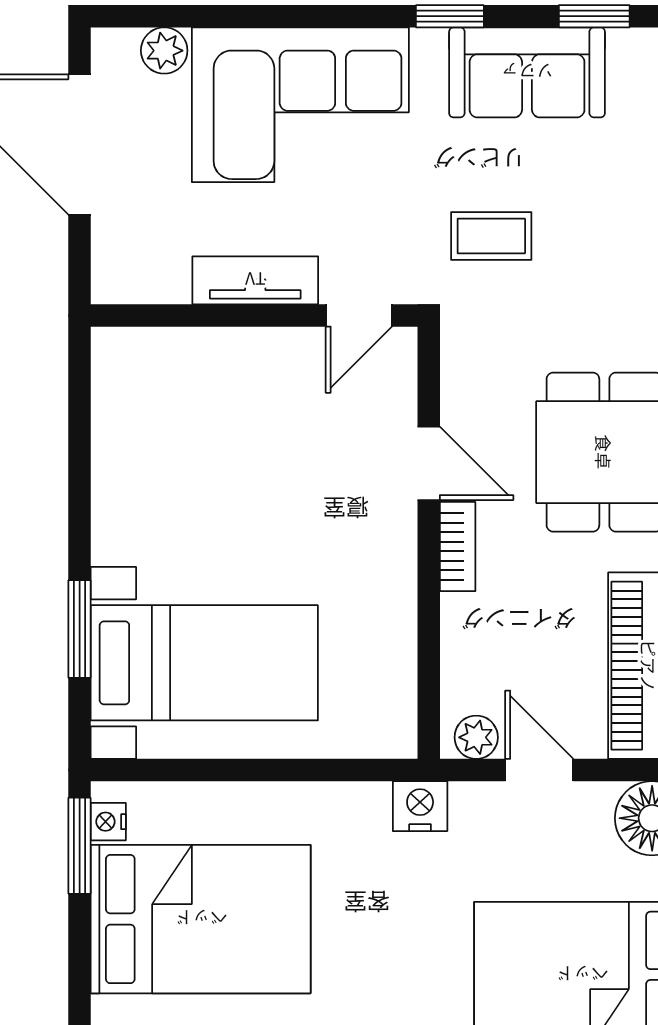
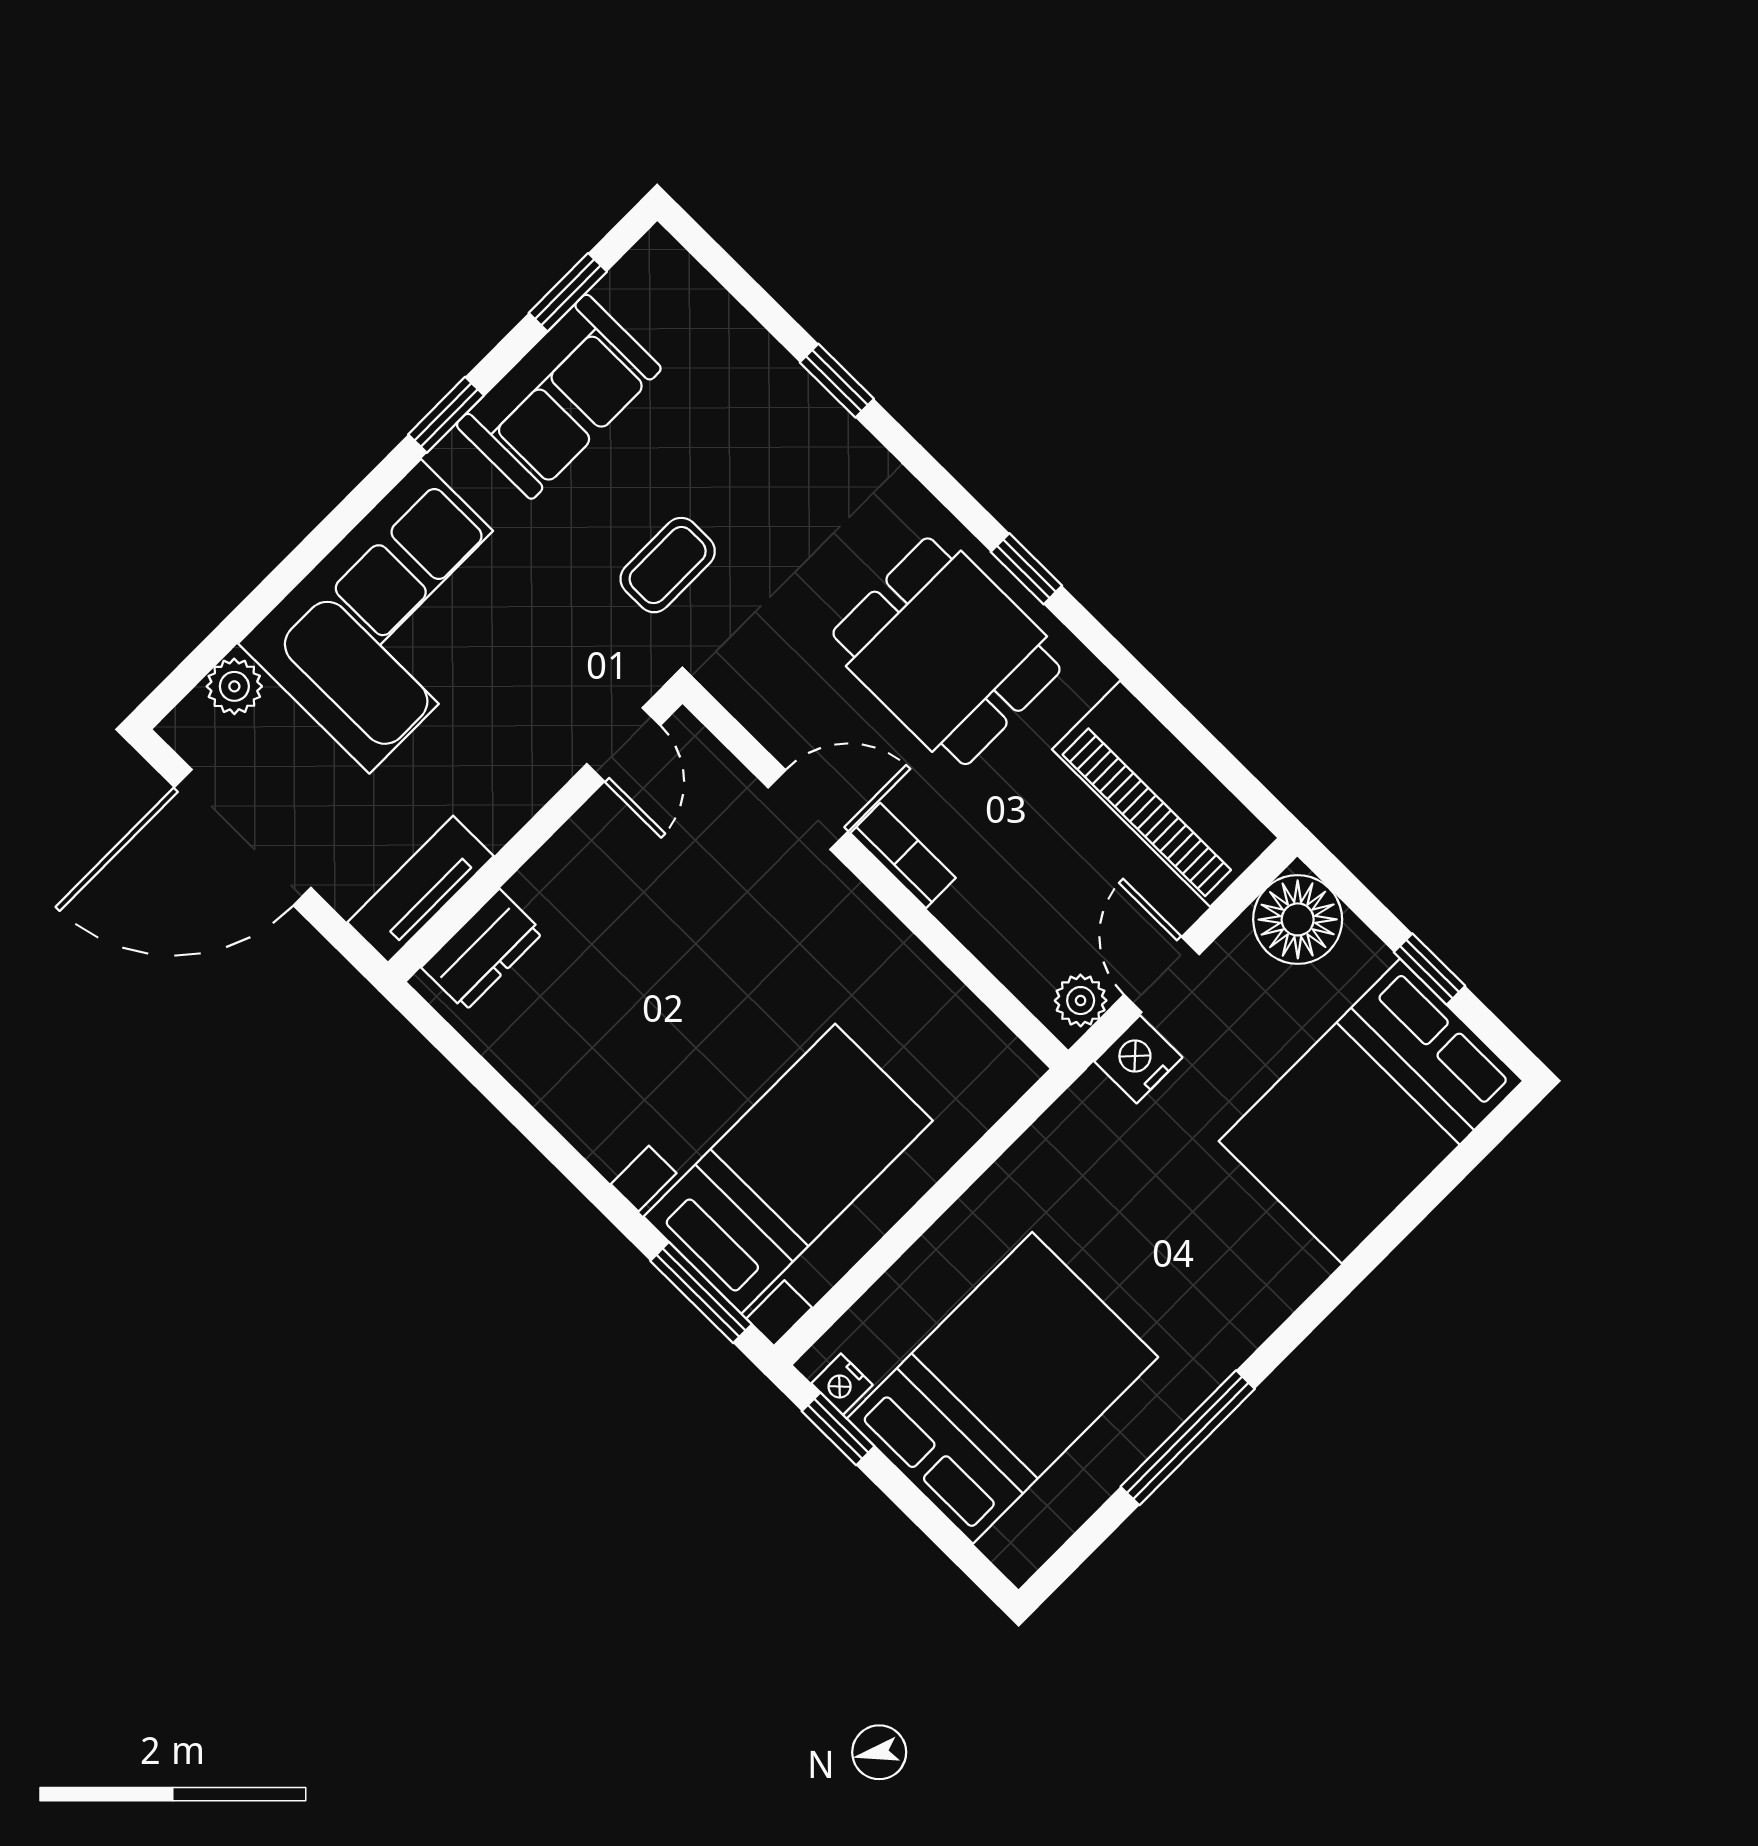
tv unit: (255, 280) -> (421, 889), moved
dresser: (154, 353) -> (482, 950), added
window: (80, 629) -> (701, 1293), moved
door: (539, 770) -> (1162, 975), hinge flipped
nightstand: (420, 806) -> (1138, 1059), moved
window: (80, 846) -> (838, 1429), width x0.67

